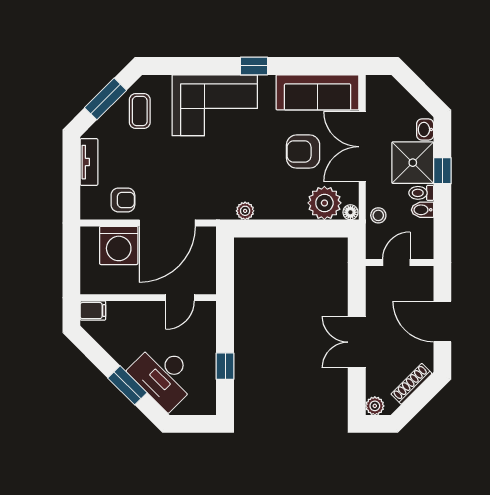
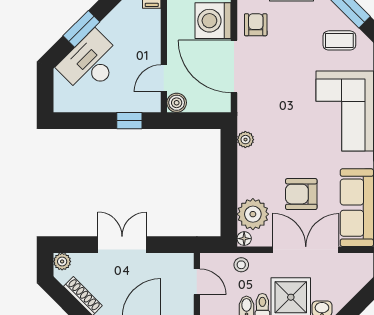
armchair: (303, 152) -> (301, 194), turned -90
armchair: (123, 200) -> (256, 25), turned 180
boiler: (206, 284) -> (177, 103), added
door: (180, 298) -> (164, 78), hinge flipped
window: (225, 366) -> (129, 121), moved

